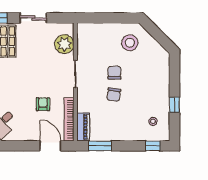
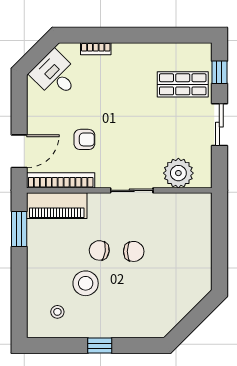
stool: (130, 43) -> (86, 283), moved
window: (174, 105) -> (100, 346), moved
piano: (83, 127) -> (57, 206), width x1.37, depth x1.33
window: (153, 146) -> (19, 312), removed

